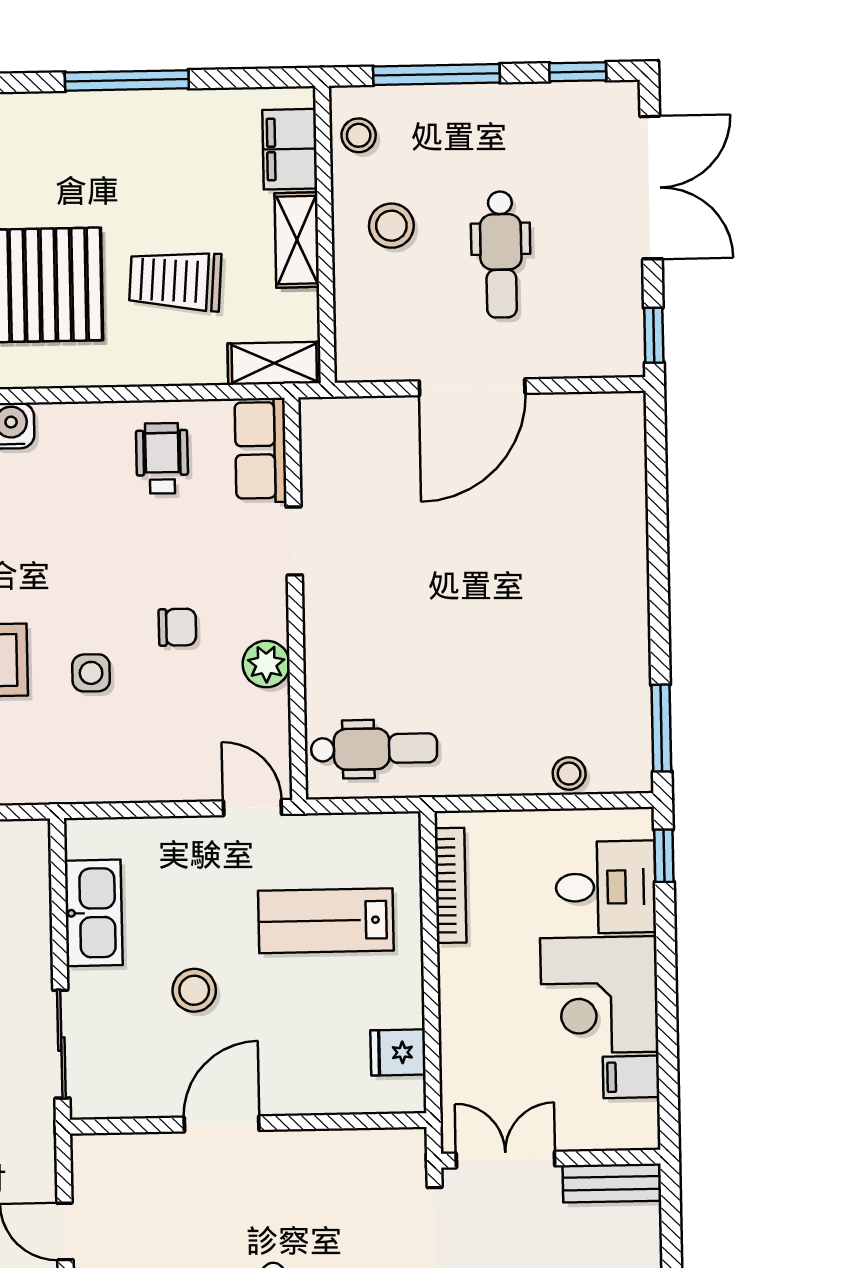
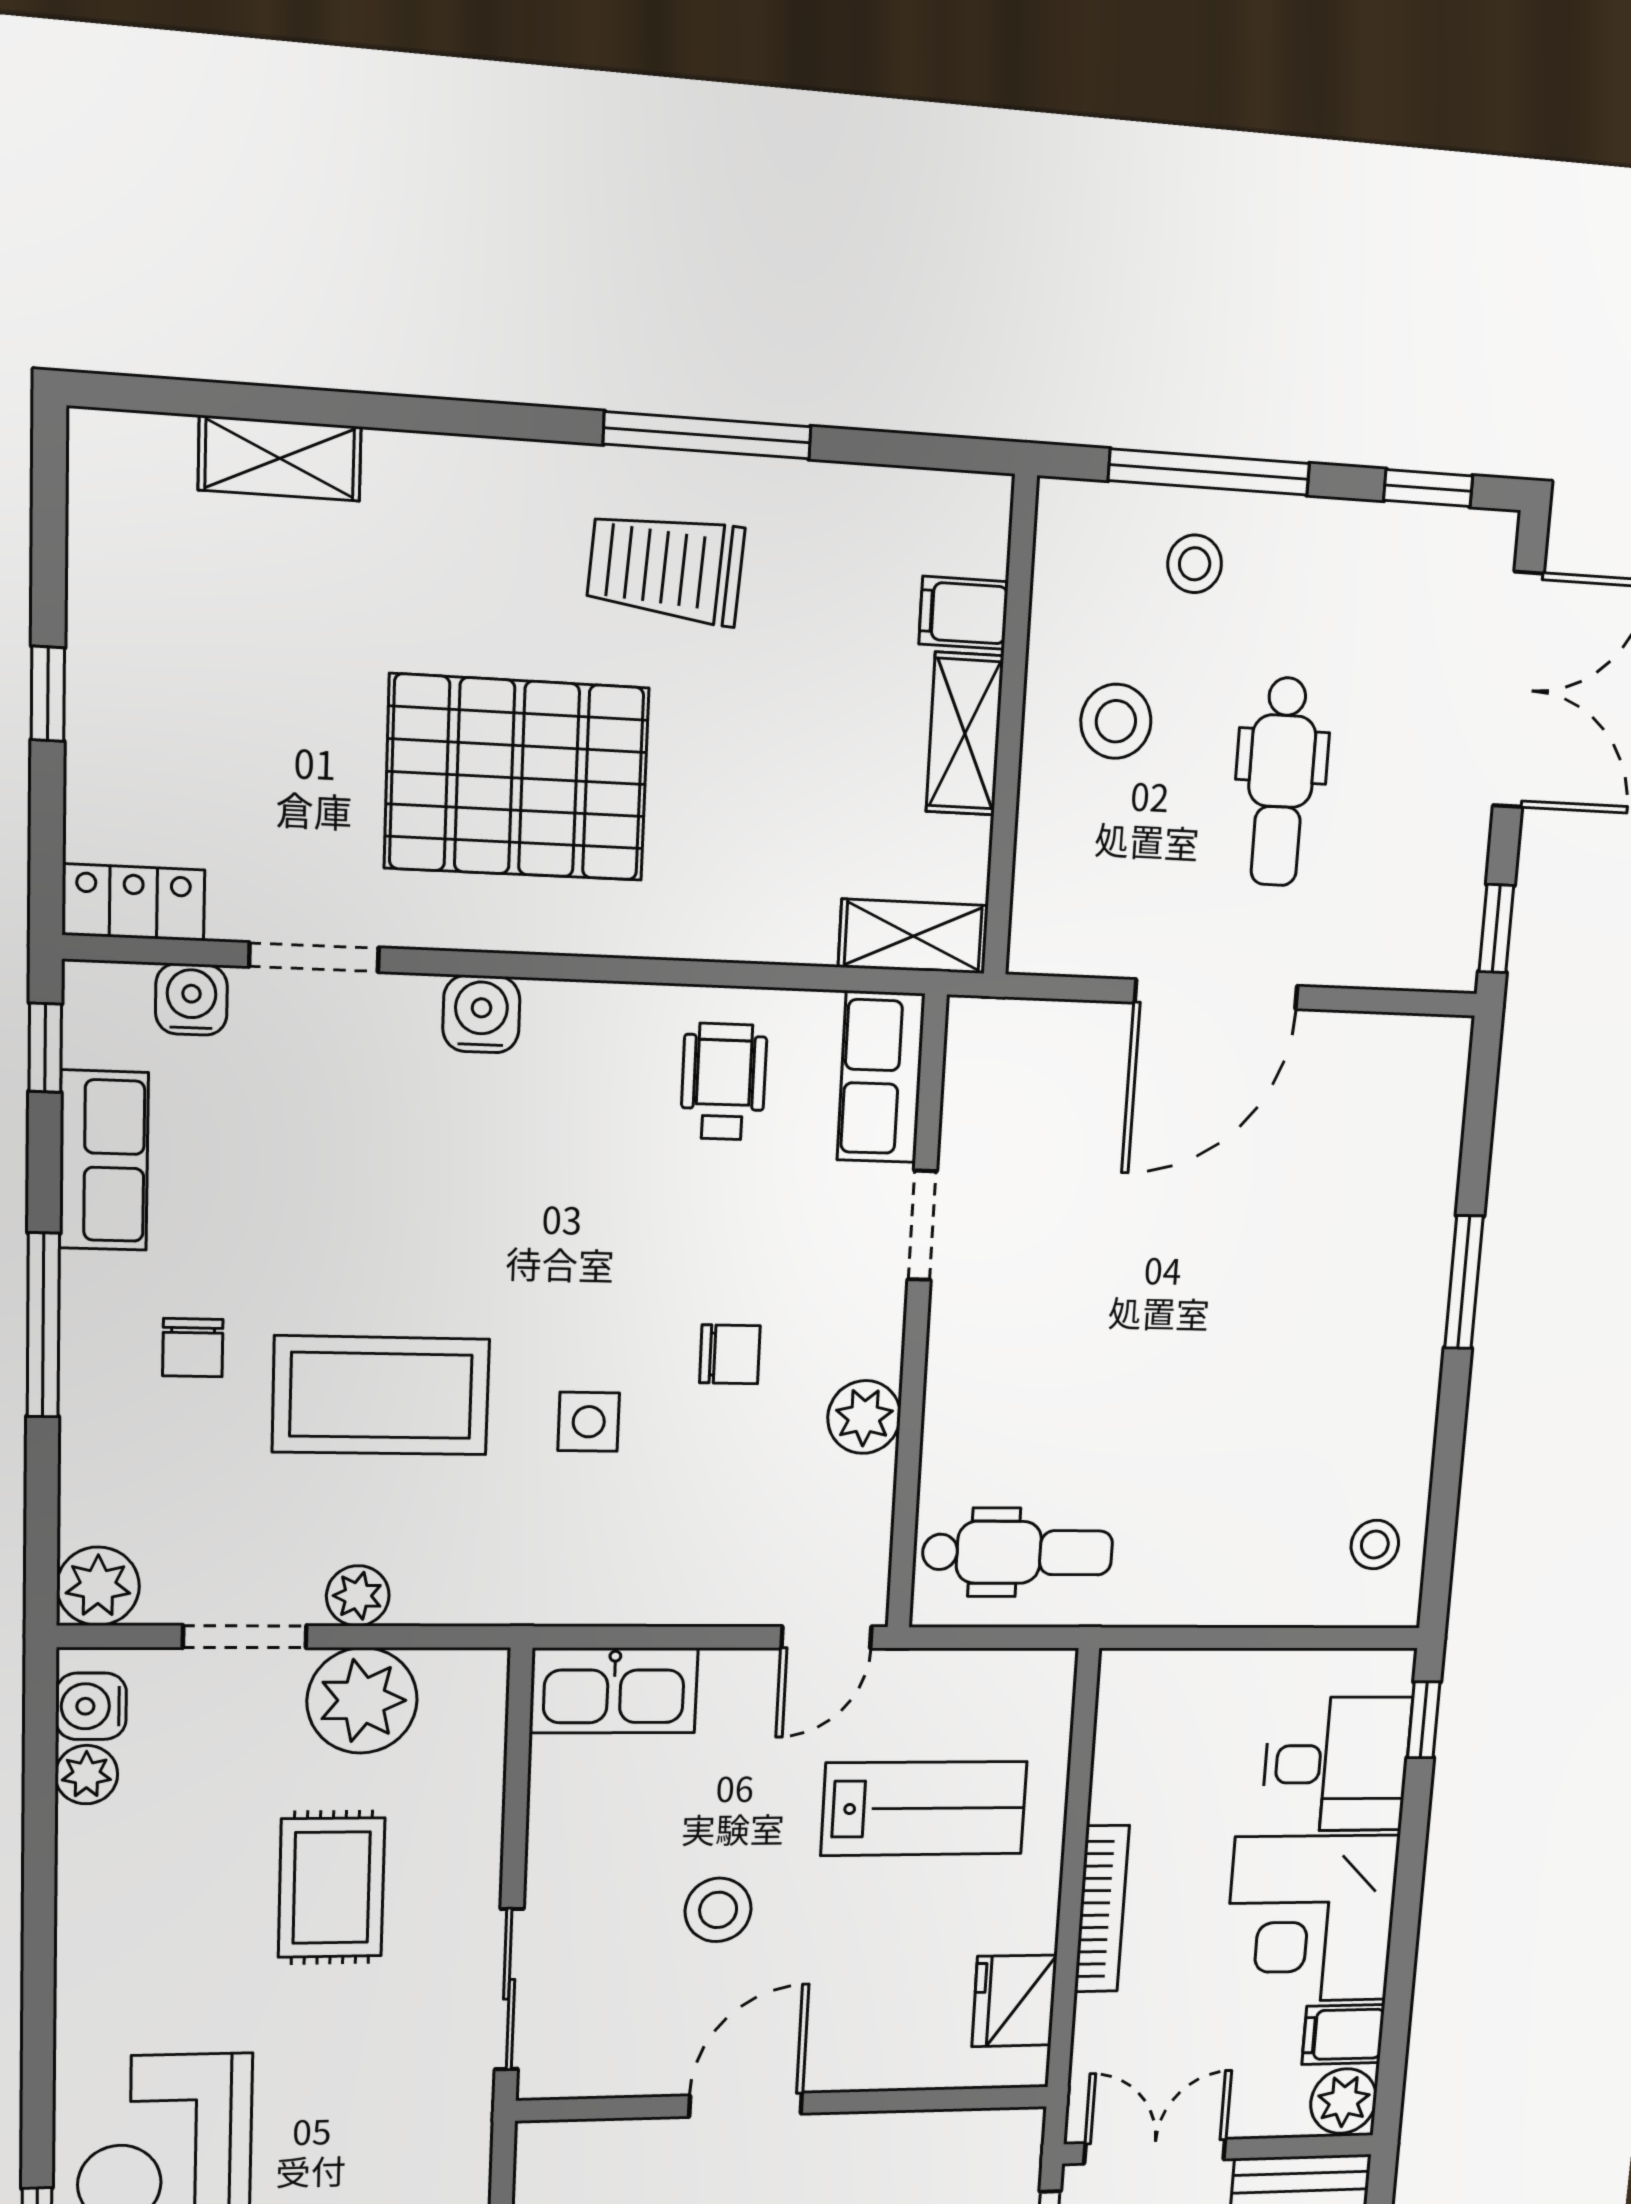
stool: (359, 135) -> (1195, 564), moved
filing cabinet: (290, 149) -> (964, 613), width x0.50
trolley: (175, 281) -> (666, 568), moved
window: (661, 728) -> (1464, 1282), moved
stool: (569, 774) -> (1375, 1545), moved
door: (252, 808) -> (826, 1637), swing flipped
bookcase: (450, 885) -> (1102, 1909), moved
kitchen sink: (94, 913) -> (614, 1690), moved, turned 90
lab bench: (326, 921) -> (924, 1808), turned 180
fridge: (398, 1052) -> (1014, 2001), width x1.38
plant: (636, 1125) -> (1344, 2101), added

